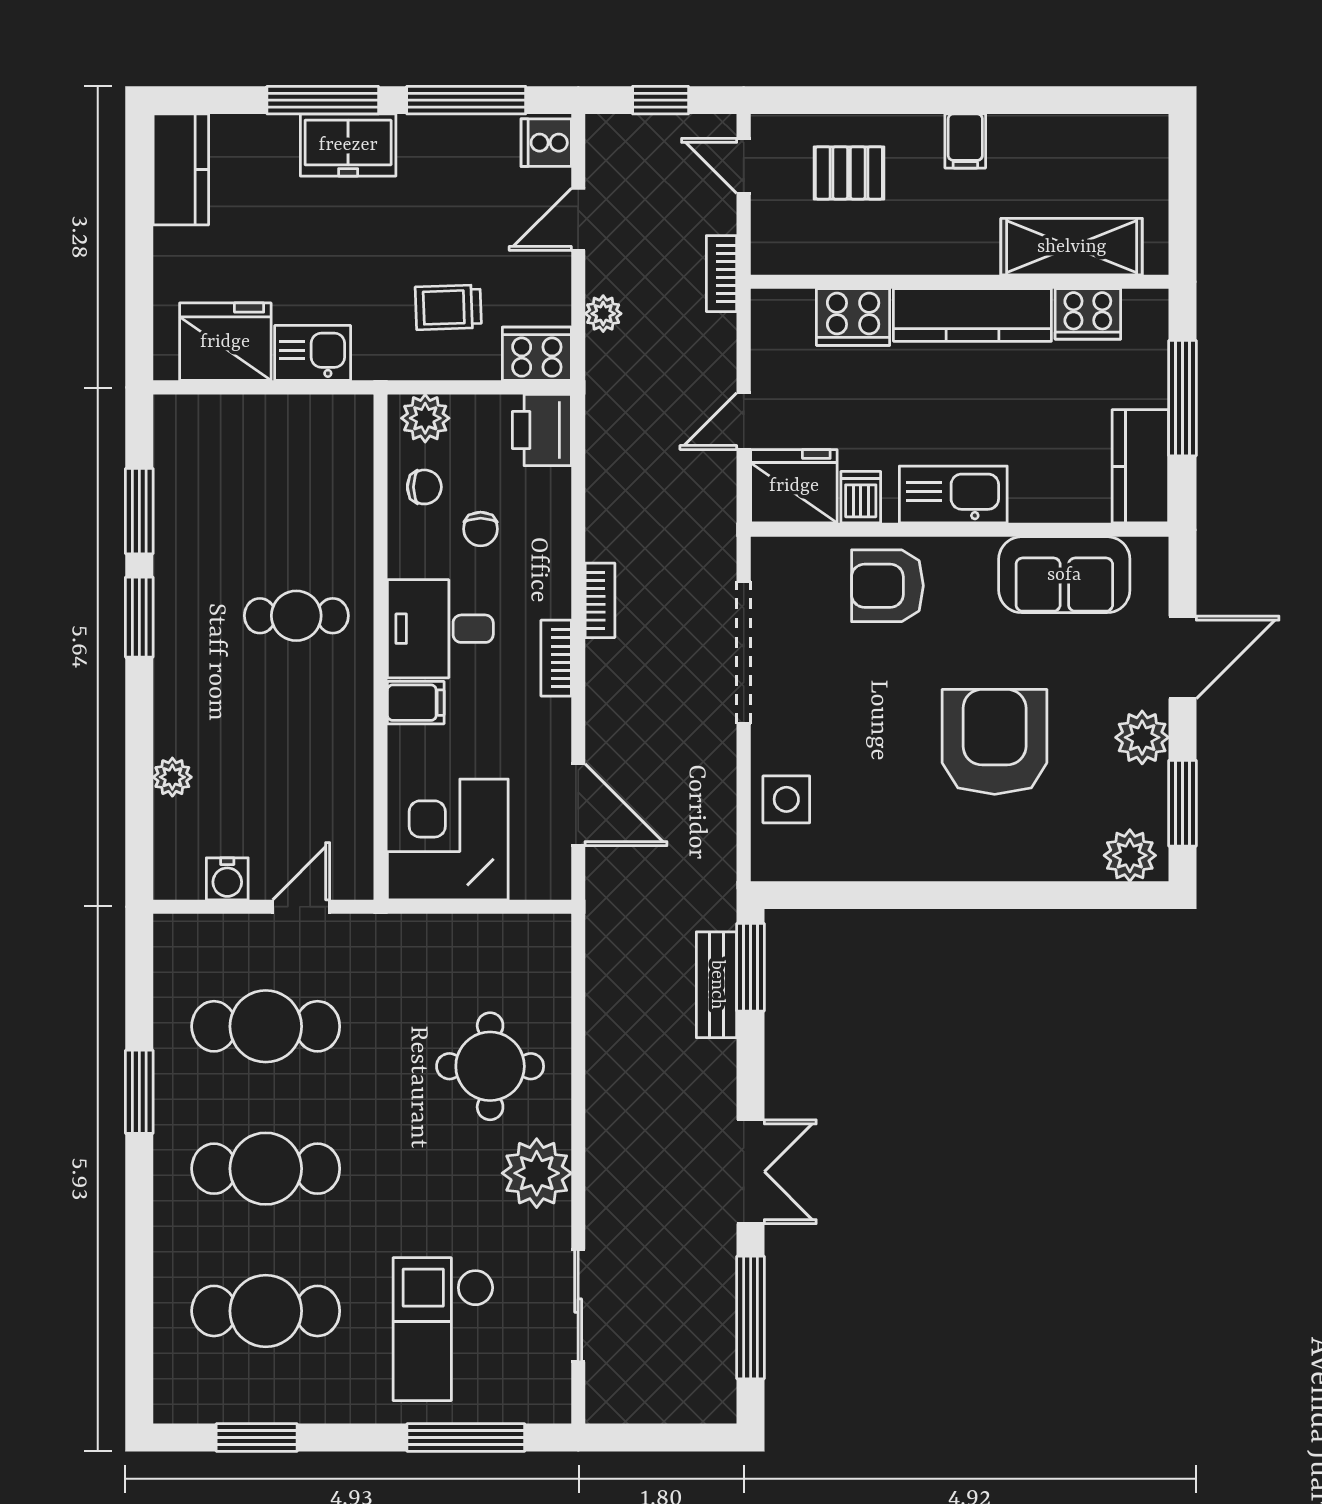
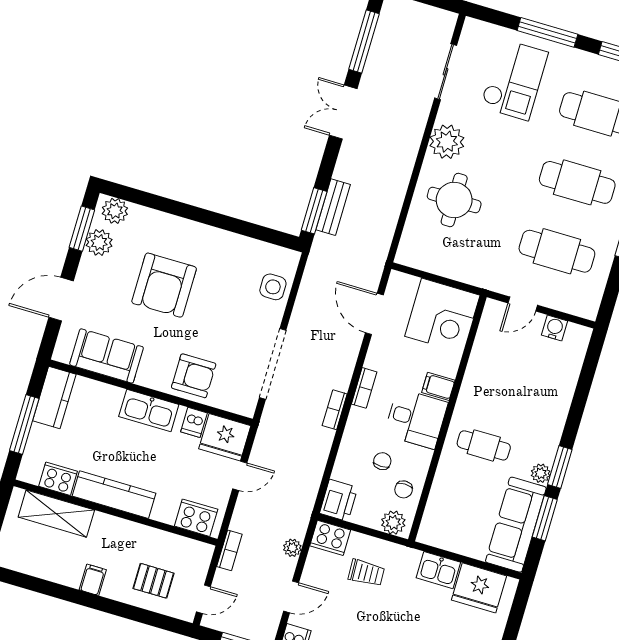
door: (744, 166) -> (203, 599), hinge flipped
cooker: (853, 317) -> (196, 518), moved
sofa: (191, 483) -> (516, 525), added
chair: (424, 487) -> (404, 489), turned -90
plant: (1142, 737) -> (99, 242), moved
plant: (172, 777) -> (541, 473), moved
window: (466, 1437) -> (547, 32), moved

